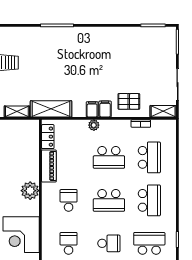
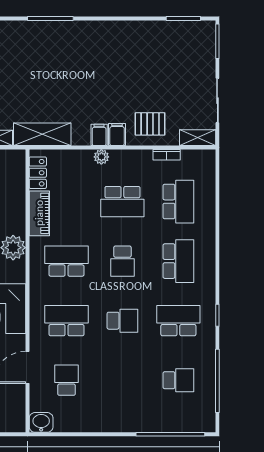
school desk: (69, 200) -> (67, 261), width x1.85
school desk: (109, 200) -> (122, 261), width x0.54
school desk: (69, 243) -> (67, 321), width x1.85

